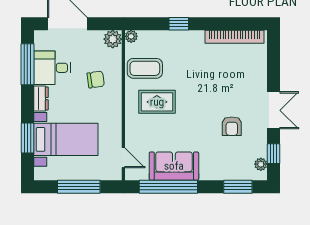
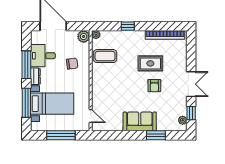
window: (27, 64) -> (26, 65), moved
rug: (157, 102) -> (150, 63), moved
armchair: (232, 126) -> (154, 86), moved
window: (27, 138) -> (26, 103), width x1.44
sofa: (174, 166) -> (140, 121), moved
window: (168, 187) -> (121, 135), removed
window: (238, 187) -> (156, 135), moved

